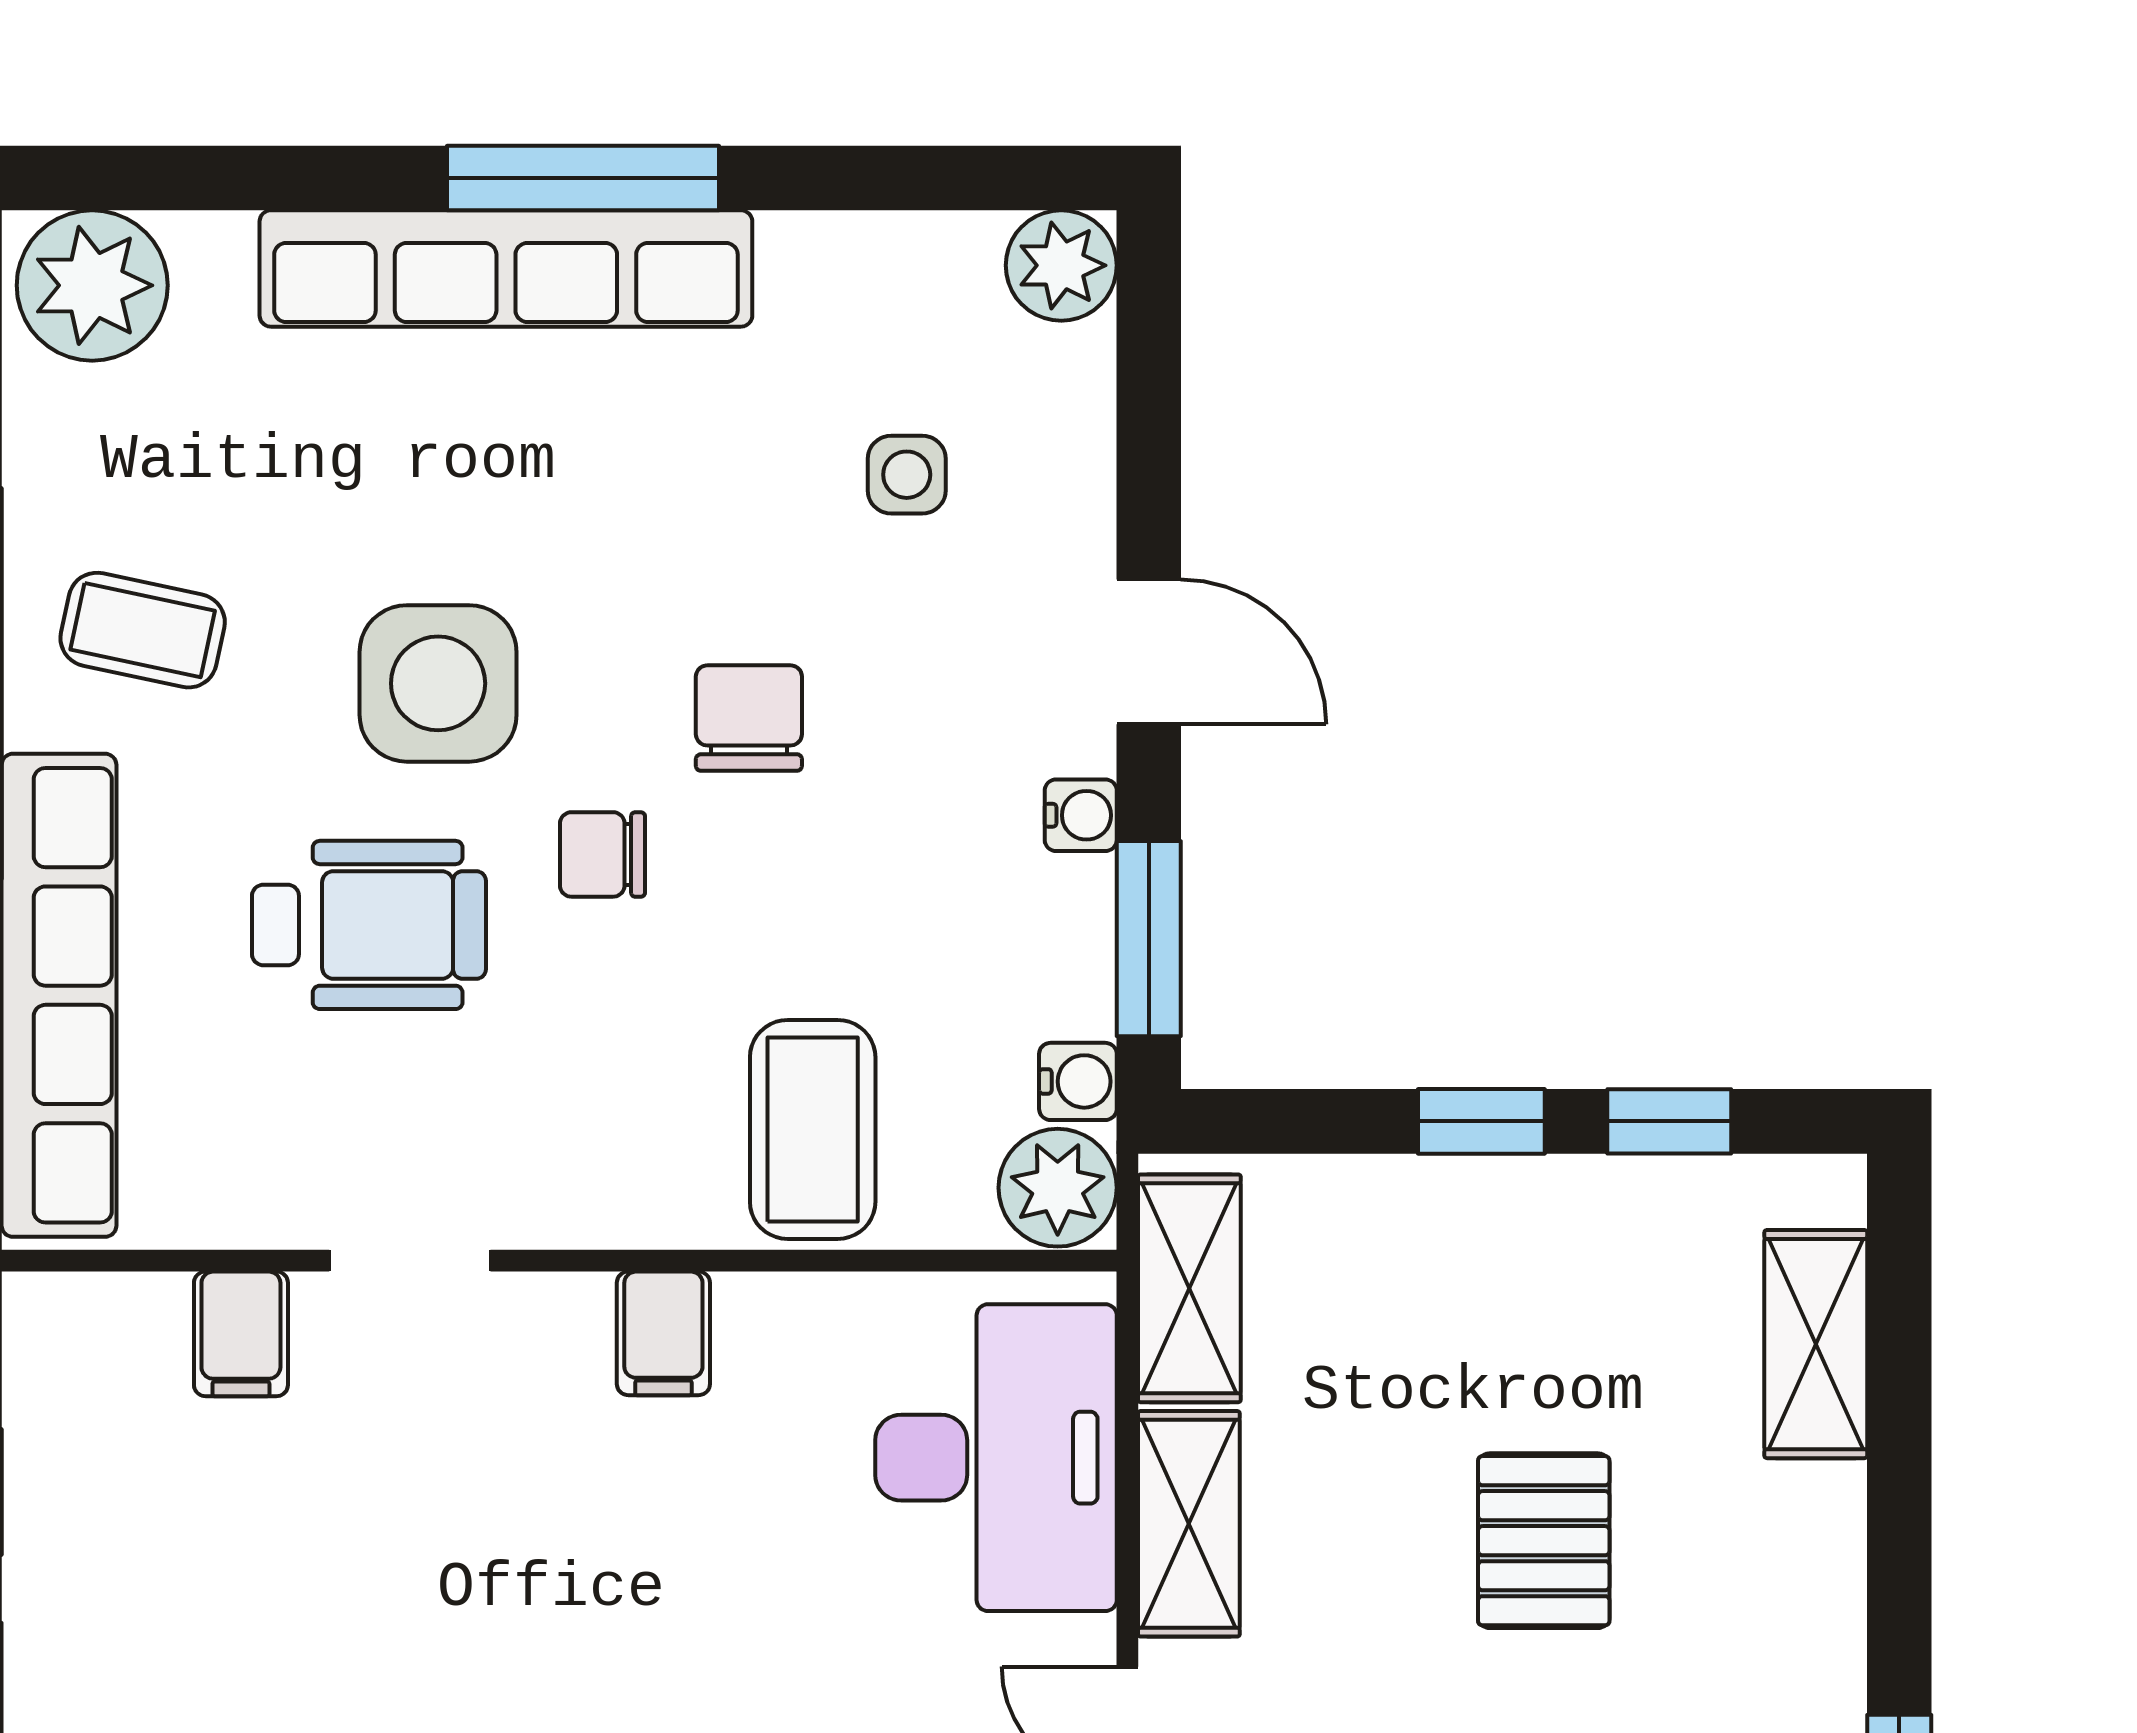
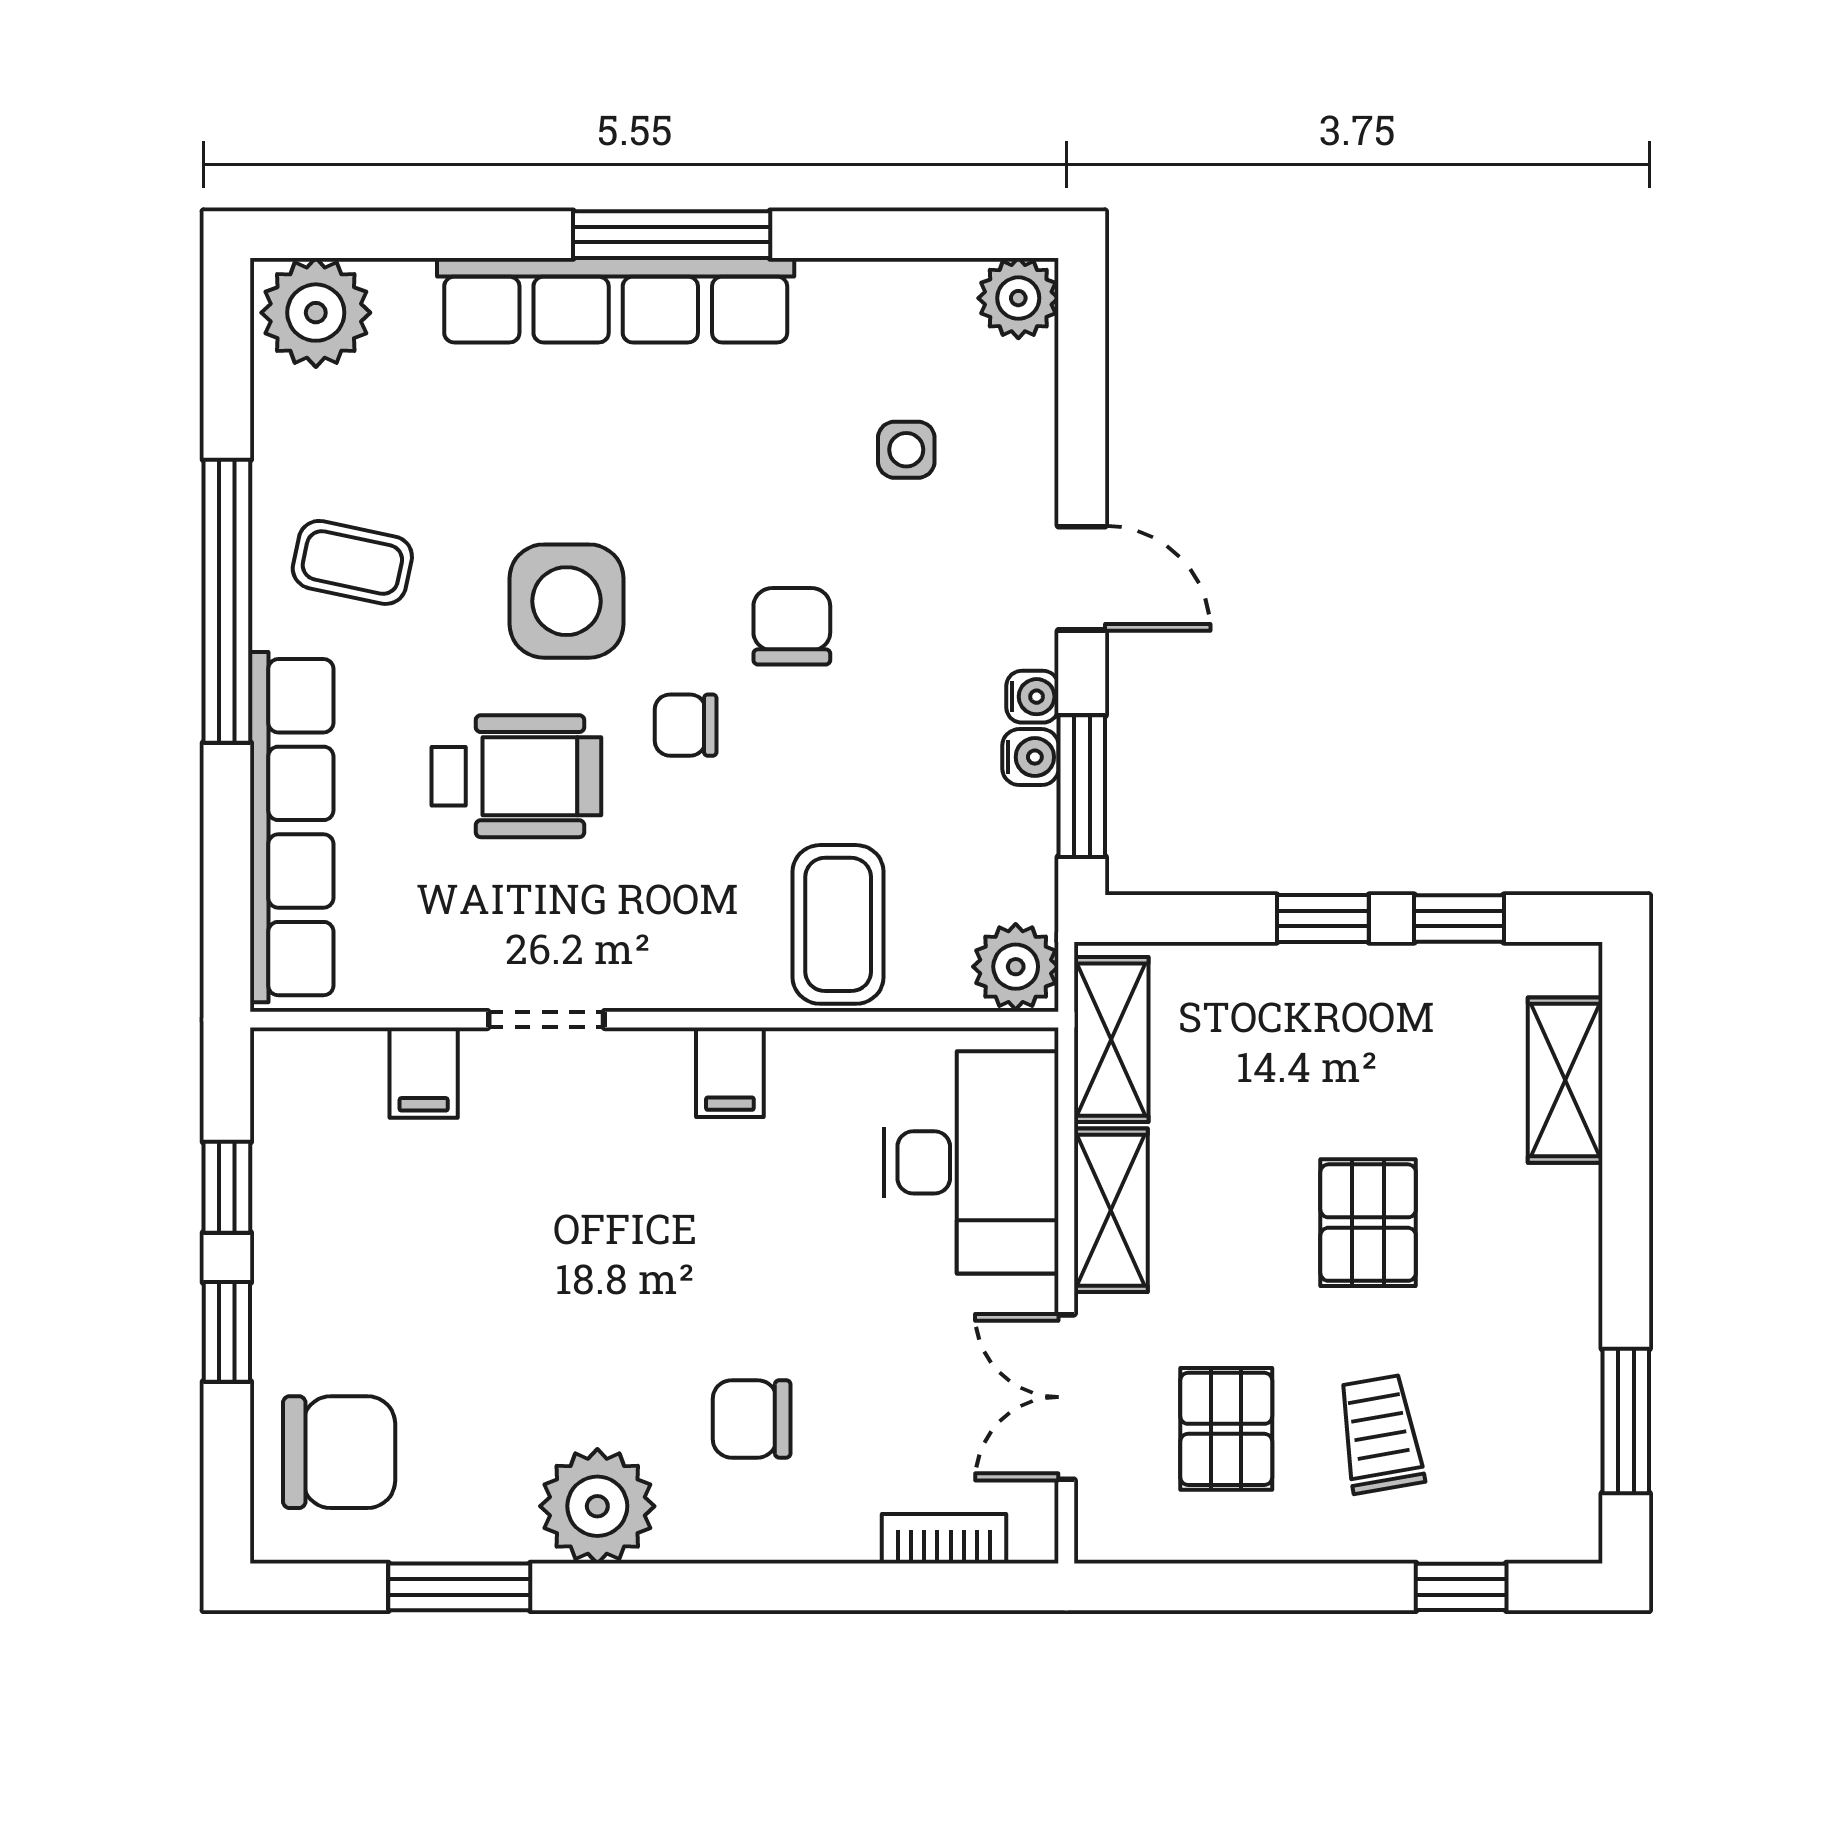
water cooler: (1078, 1081) -> (1030, 757), moved

